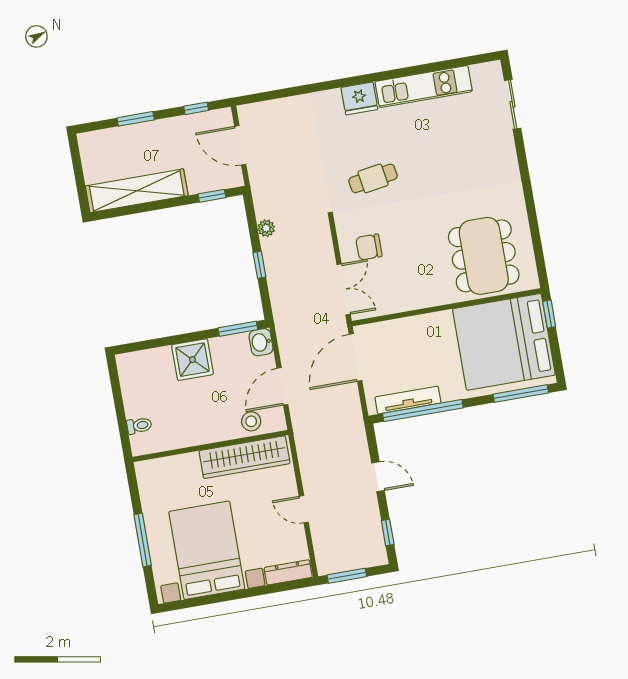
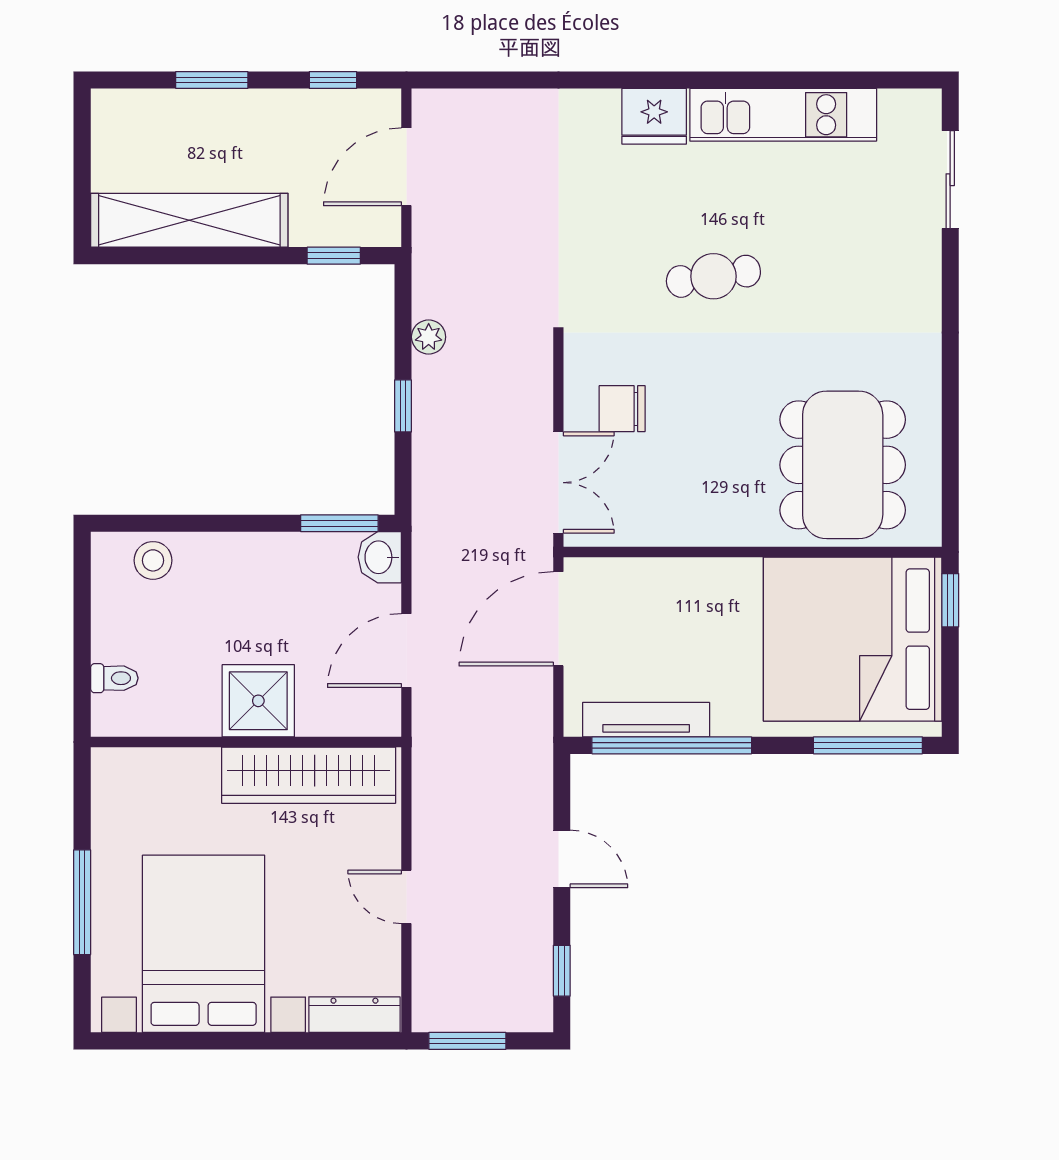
door: (240, 145) -> (406, 167), hinge flipped
cafe table: (373, 178) -> (713, 276), moved
shower: (192, 360) -> (258, 701), moved
stool: (251, 421) -> (153, 560), moved

